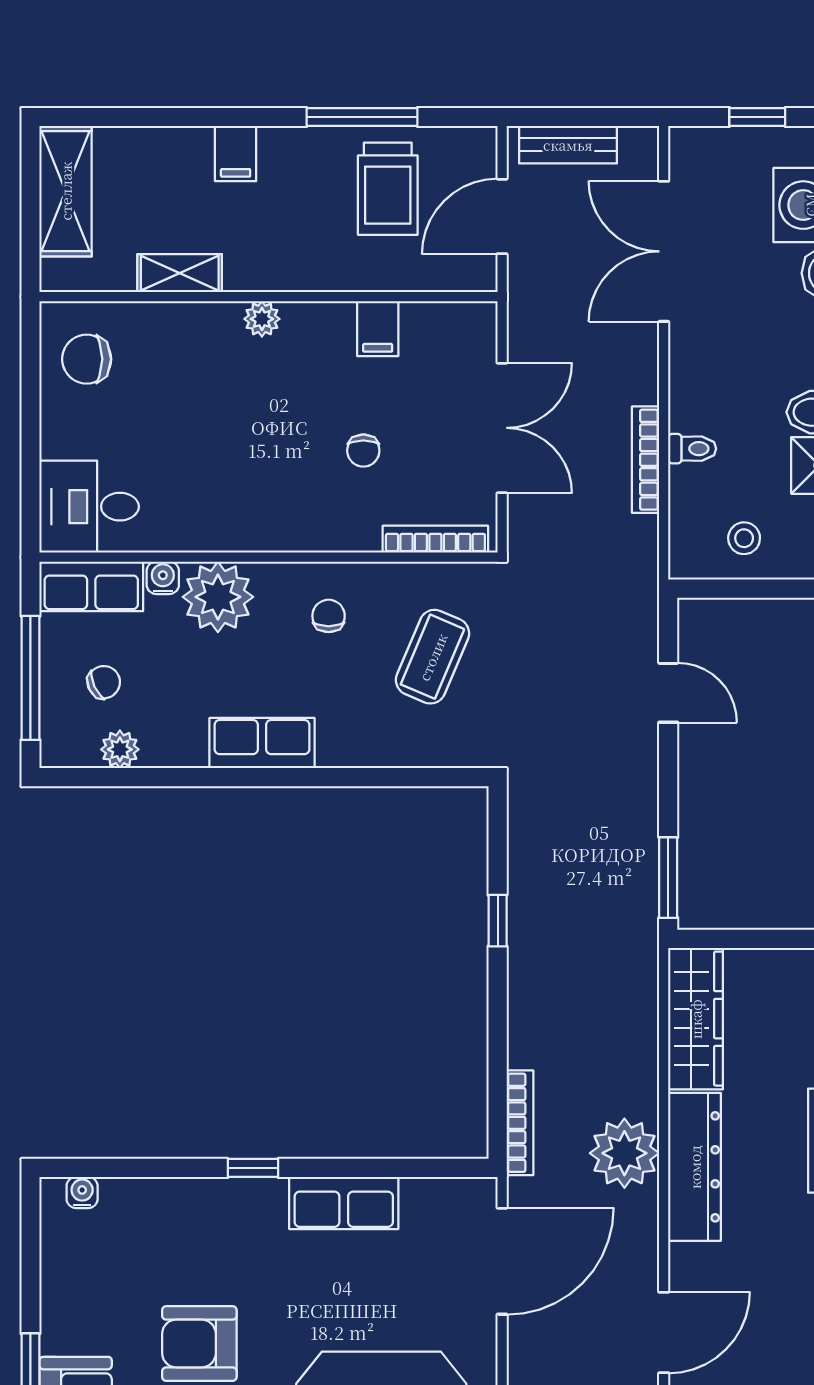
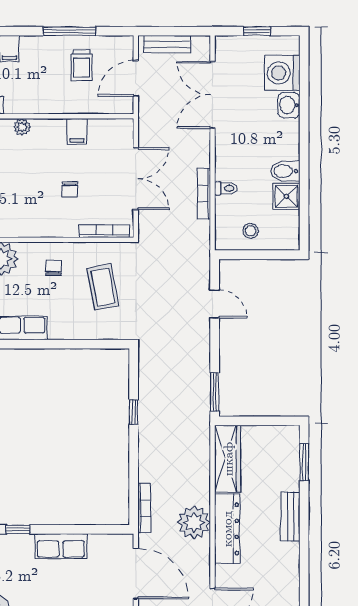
trolley: (388, 189) -> (82, 65), width x0.73, depth x0.72
coffee table: (433, 657) -> (103, 287), turned -34
door: (502, 1261) -> (136, 574), hinge flipped

